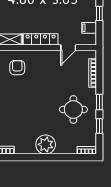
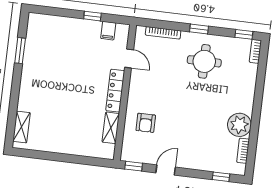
armchair: (17, 68) -> (146, 123), turned -90
window: (99, 126) -> (244, 34), moved
plant: (46, 144) -> (239, 125), moved

